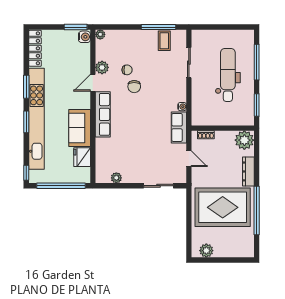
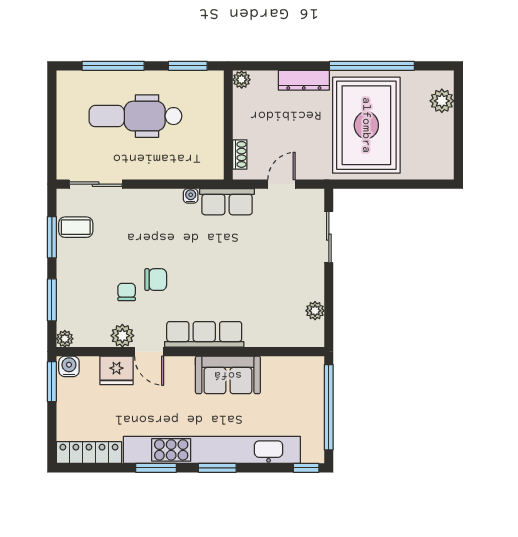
window: (123, 27) -> (52, 300), added
window: (158, 27) -> (52, 237), width x0.69
sliding door: (189, 63) -> (96, 184), moved
plant: (244, 140) -> (242, 80), width x0.53, depth x0.53
fridge: (82, 157) -> (116, 370), moved
plant: (206, 251) -> (442, 101), moved

